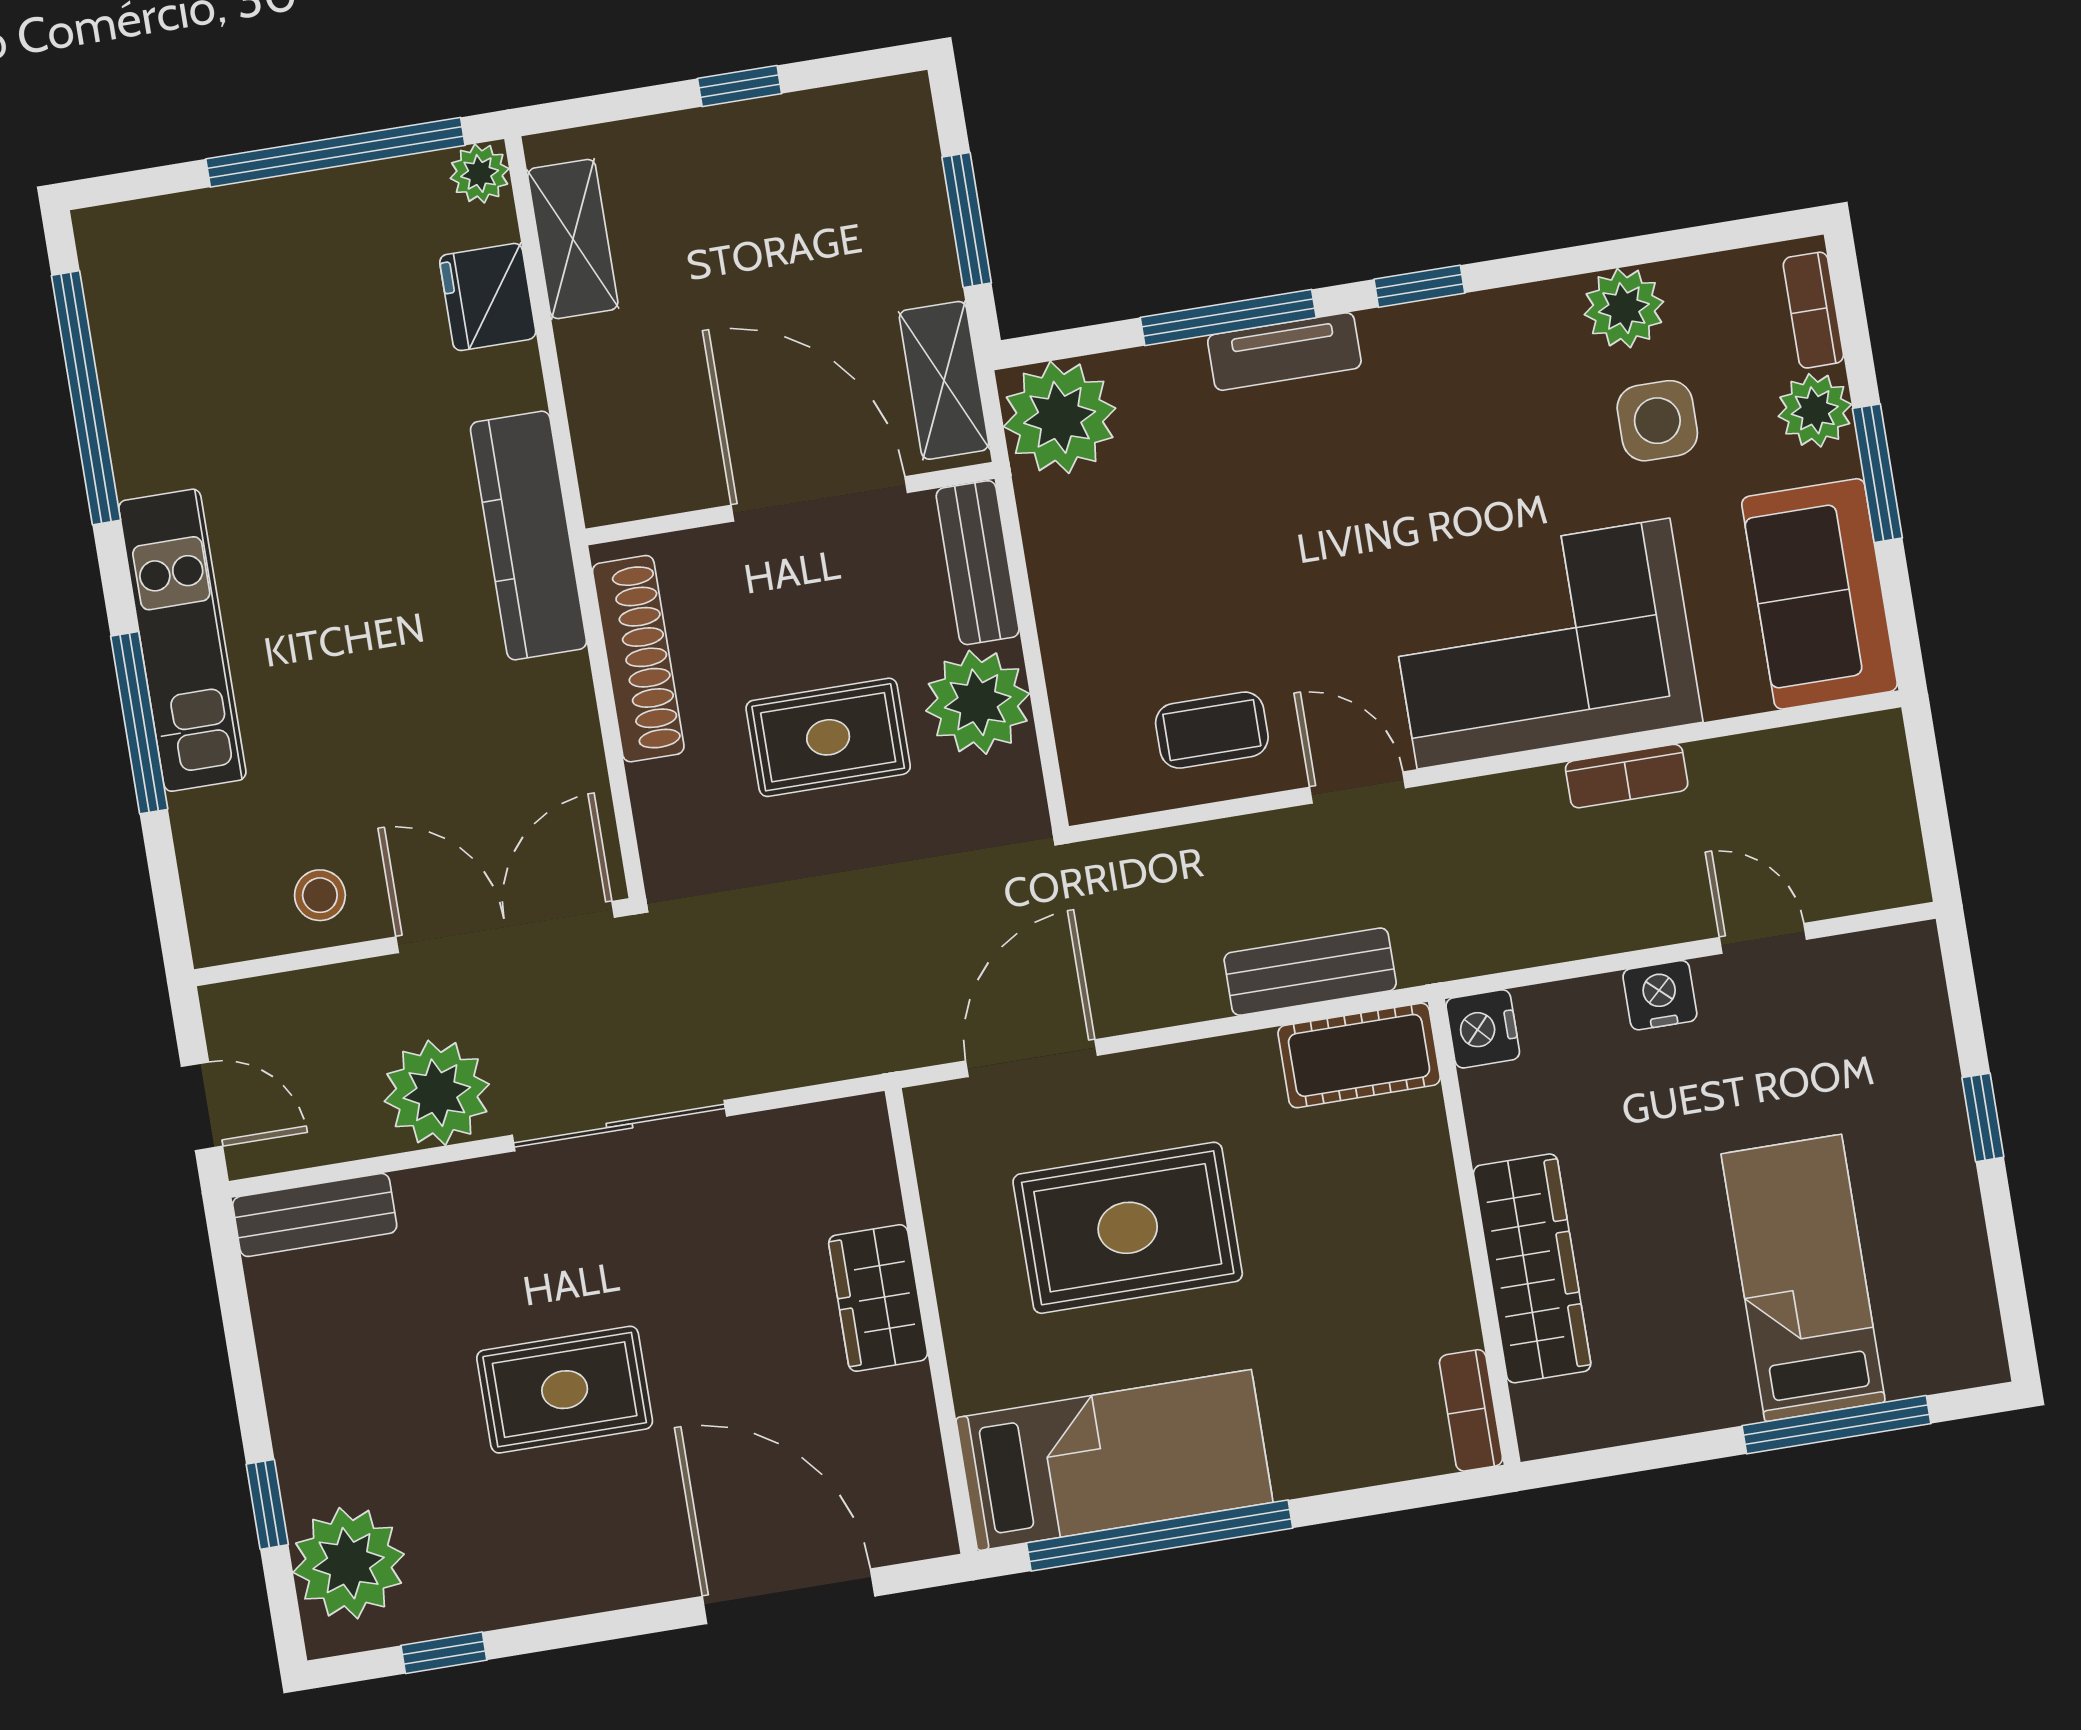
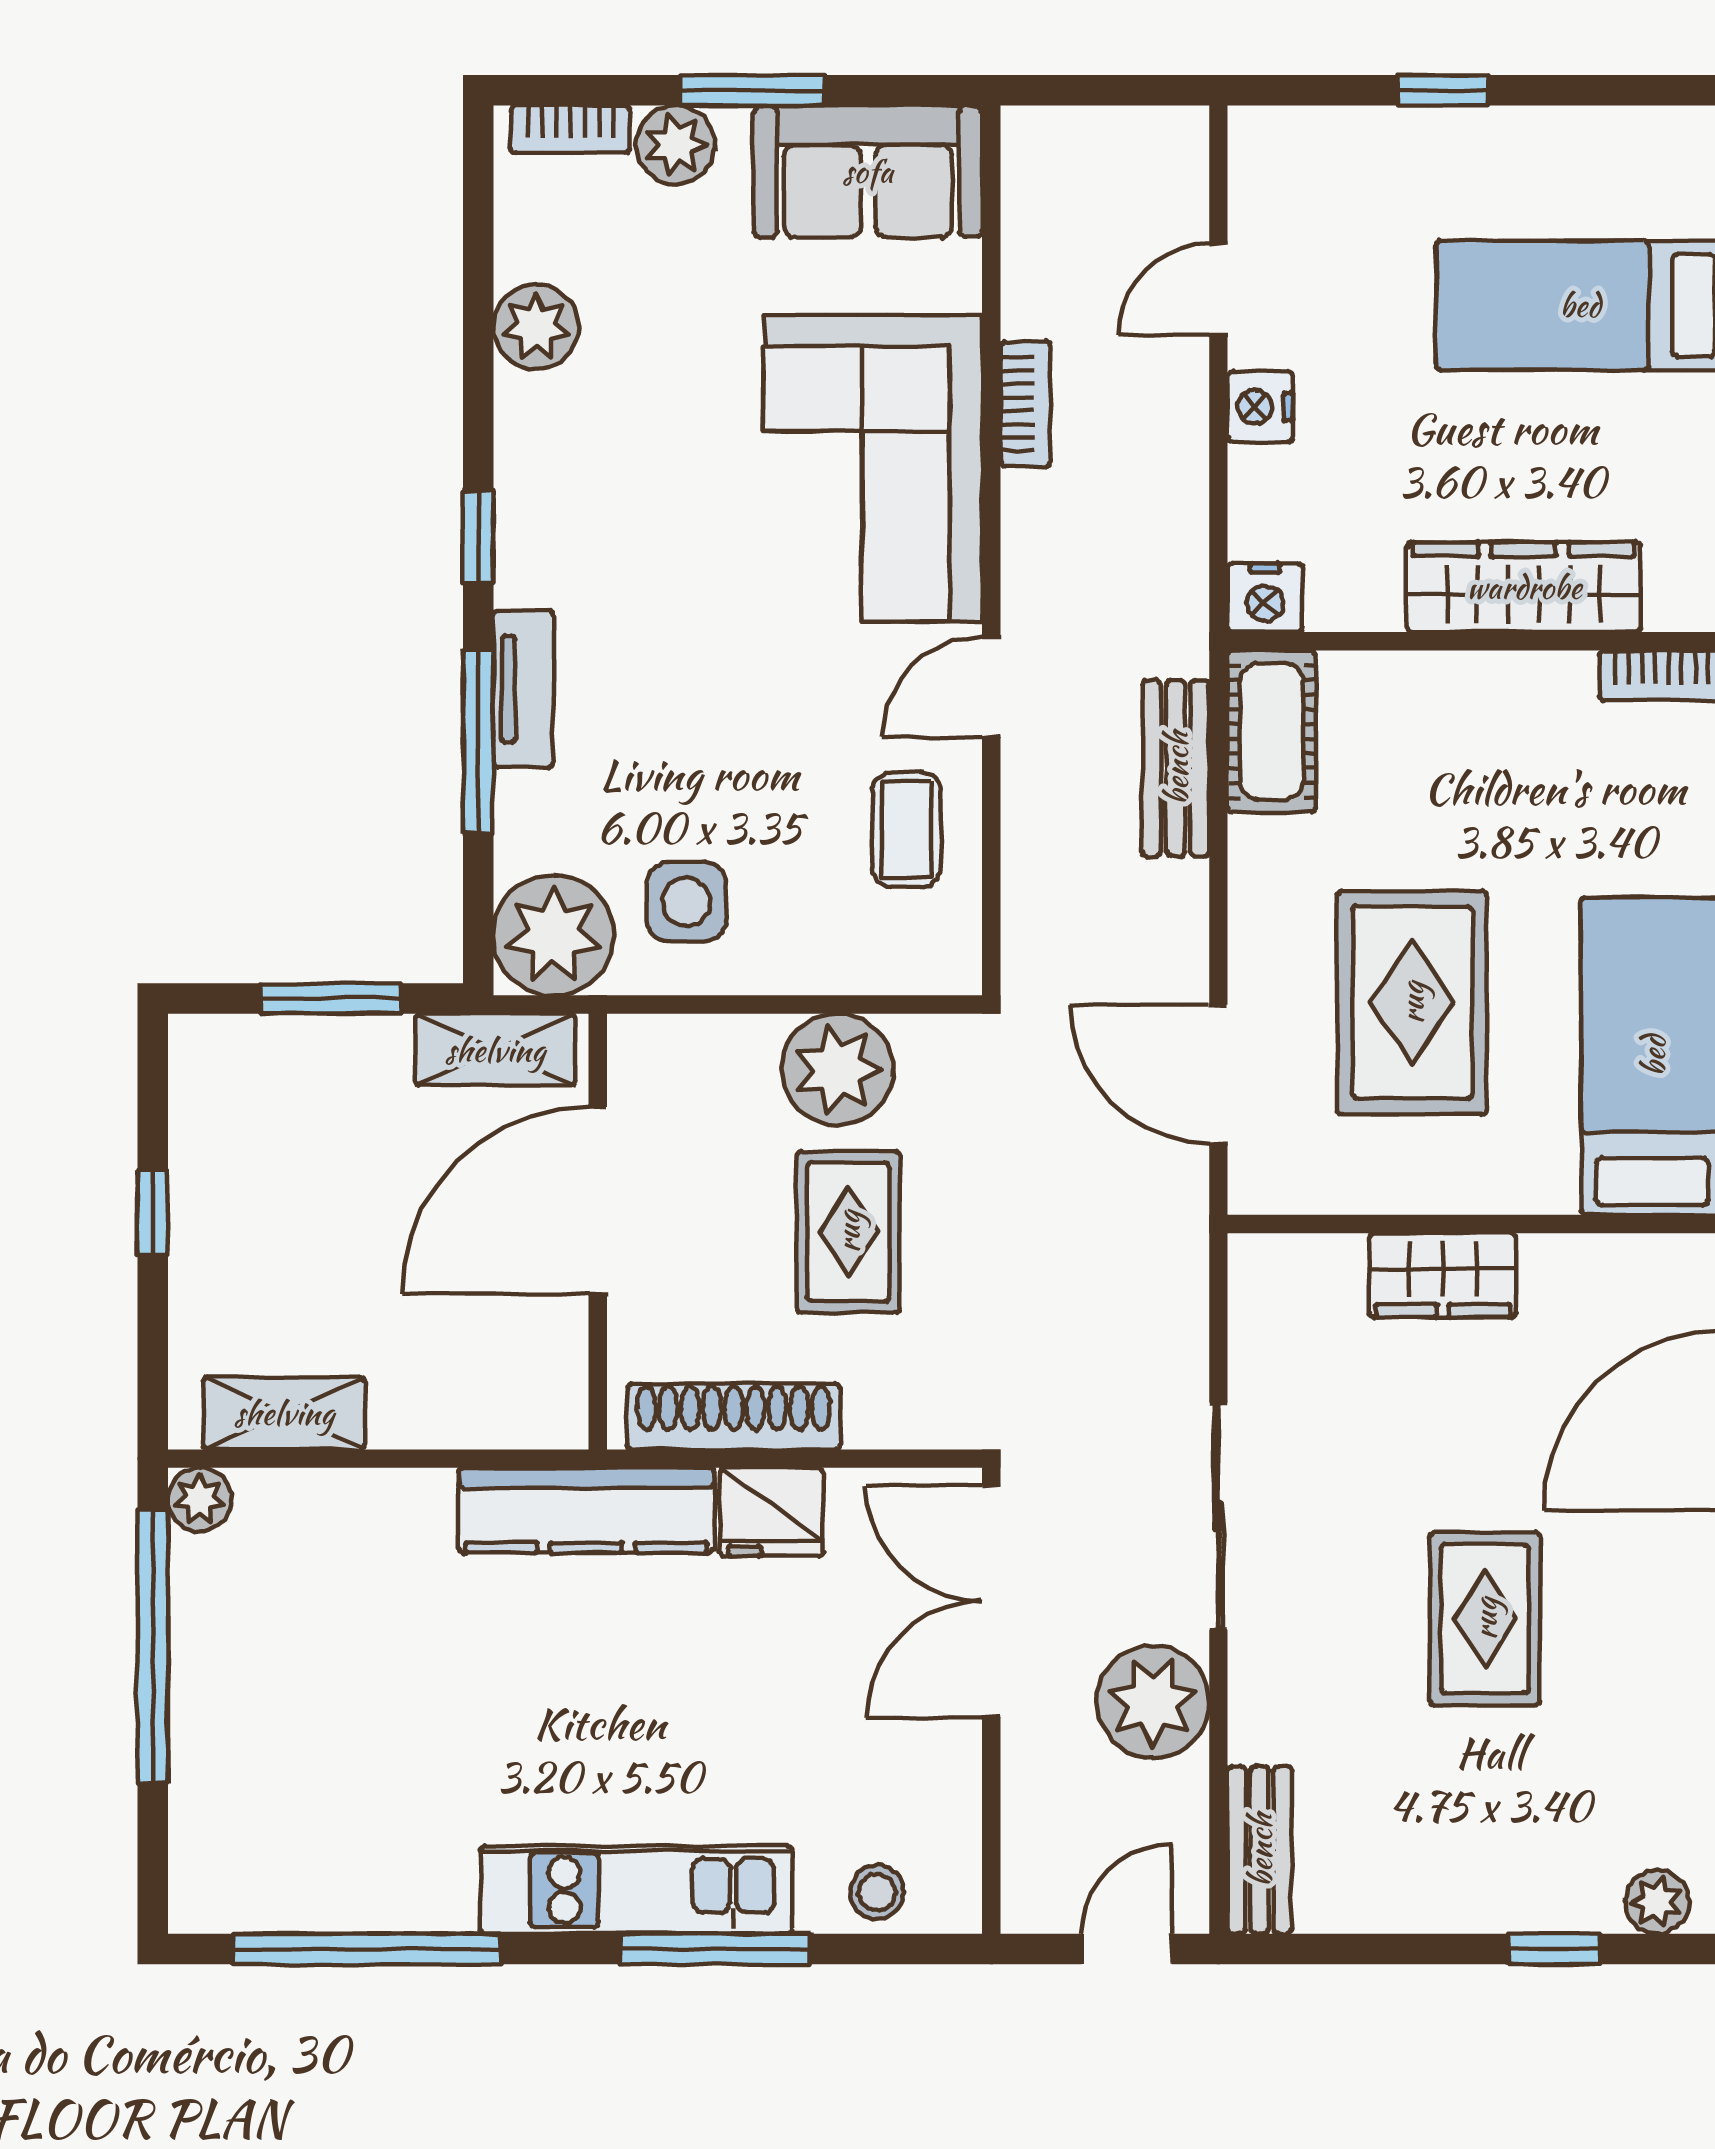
fridge: (488, 297) -> (772, 1512), moved
side table: (1657, 421) -> (686, 902), moved
bench: (978, 563) -> (691, 1046), removed
stool: (320, 895) -> (877, 1892), moved
plant: (349, 1563) -> (1657, 1902), width x0.53, depth x0.53

